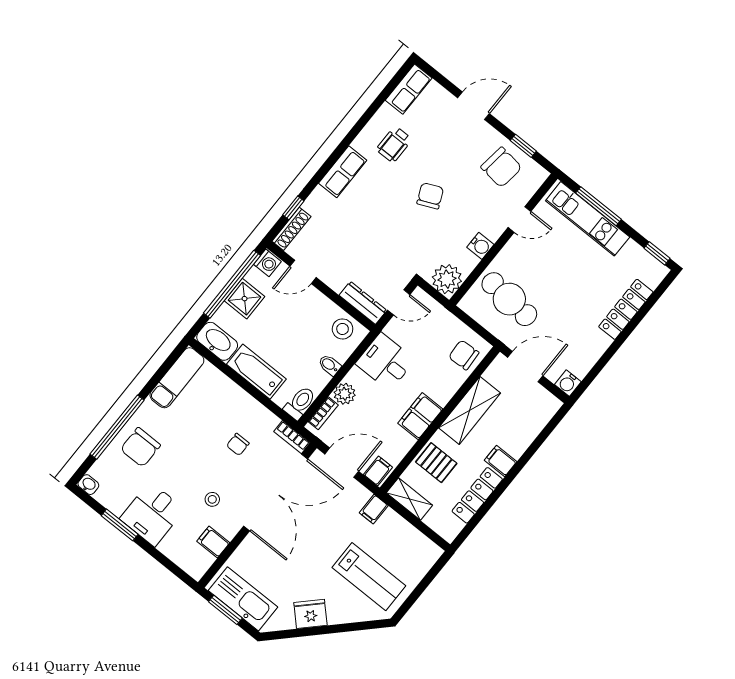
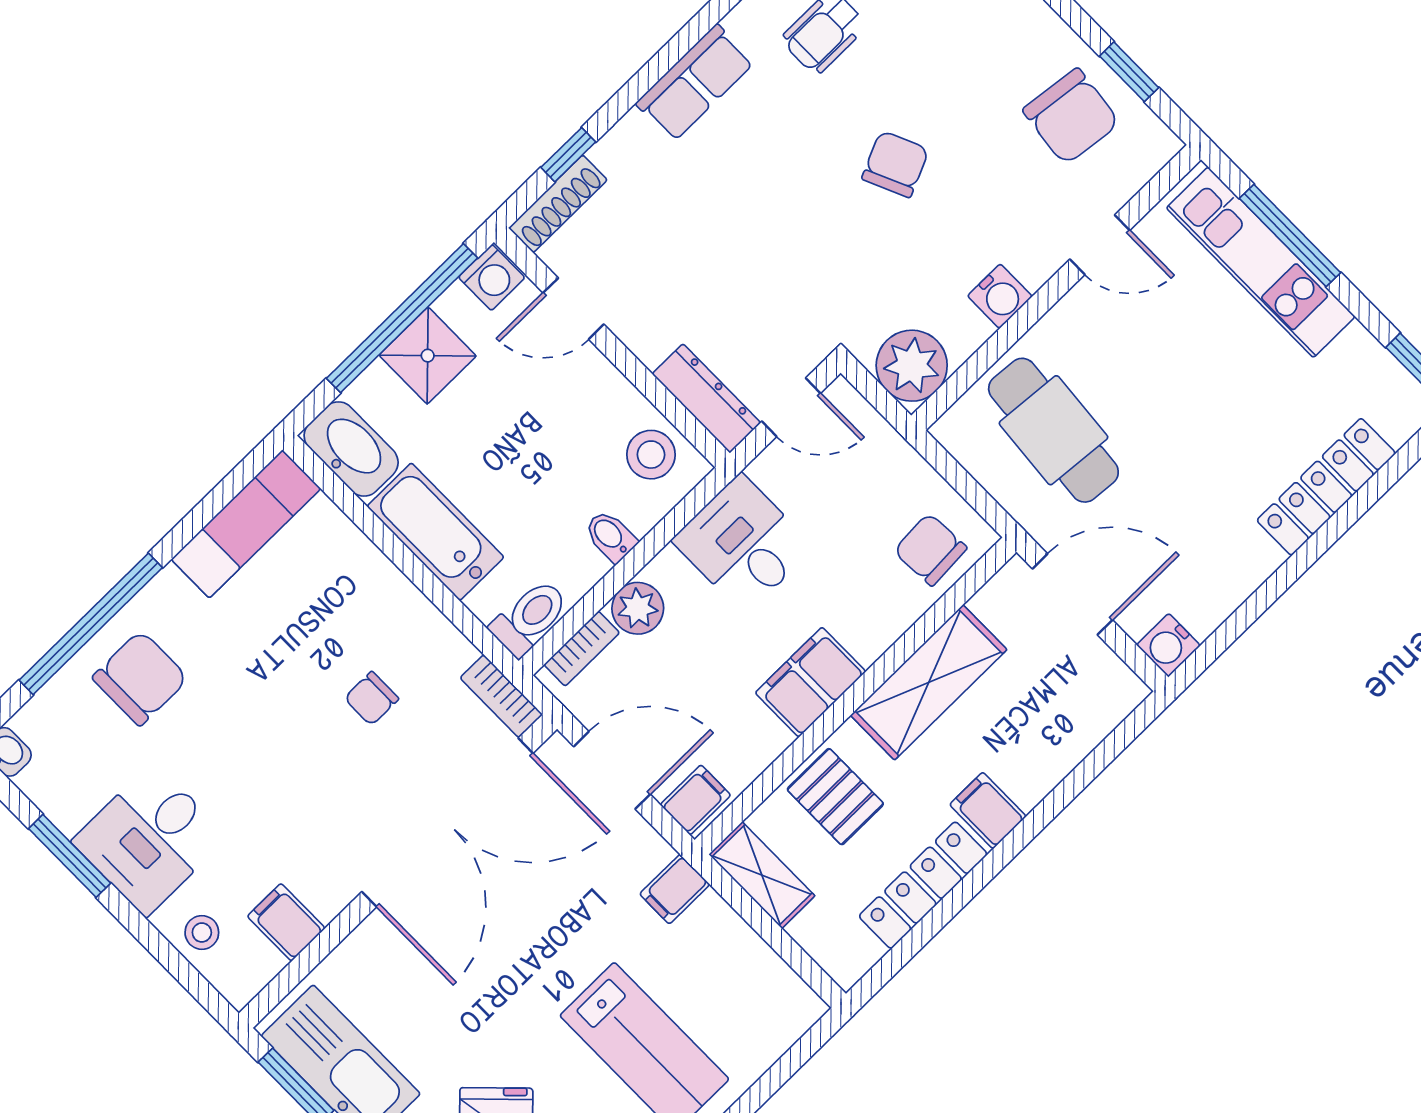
chair: (140, 447) -> (140, 678), turned 180
stool: (212, 499) -> (202, 932), moved

